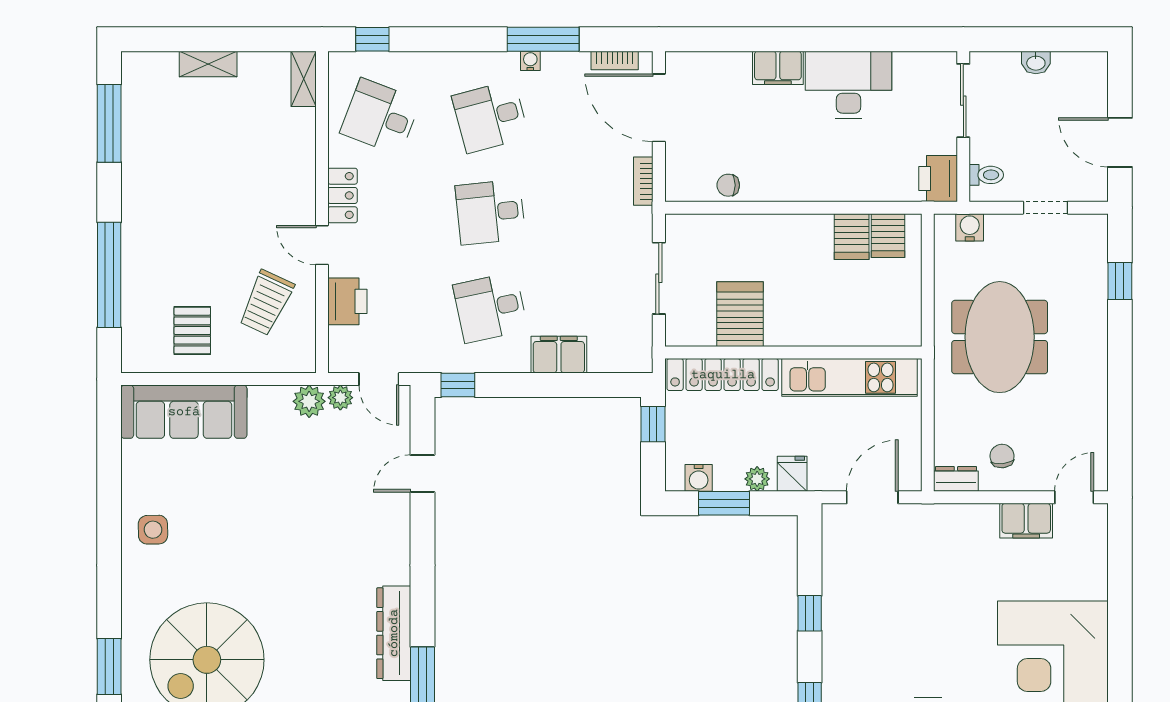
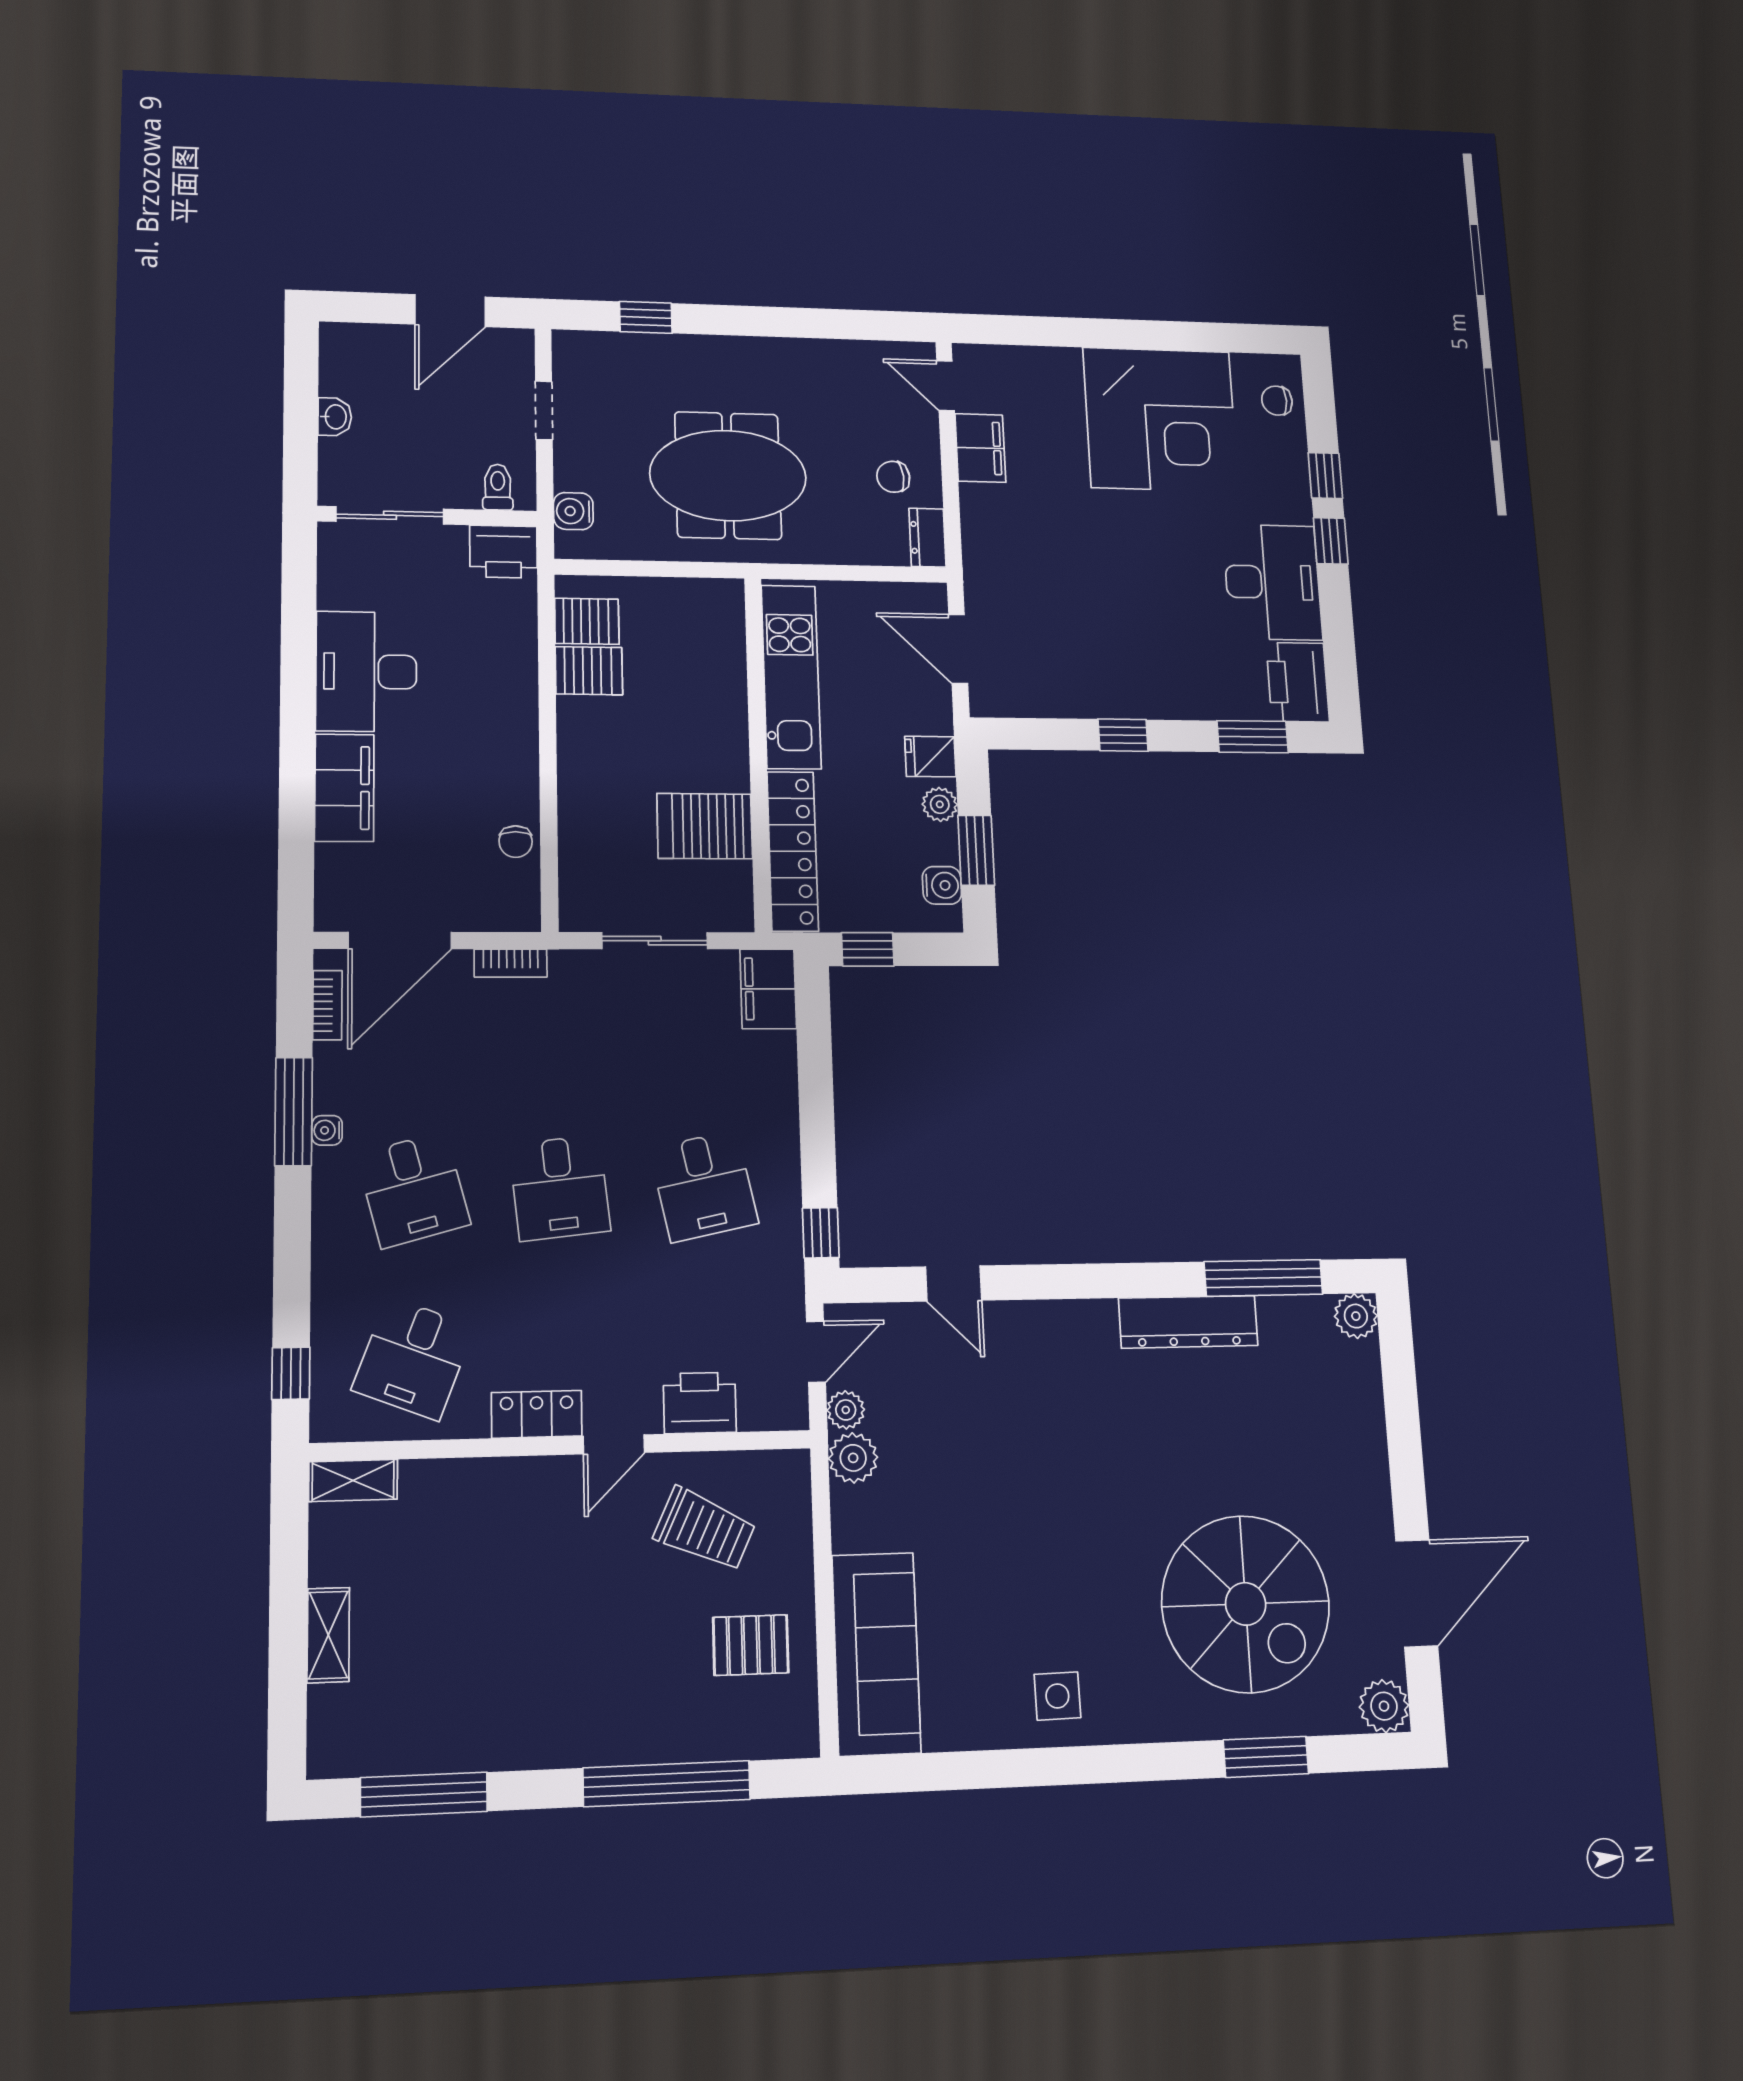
filing cabinet: (778, 68) -> (344, 788), width x1.50, depth x1.17
filing cabinet: (559, 355) -> (768, 989), moved

